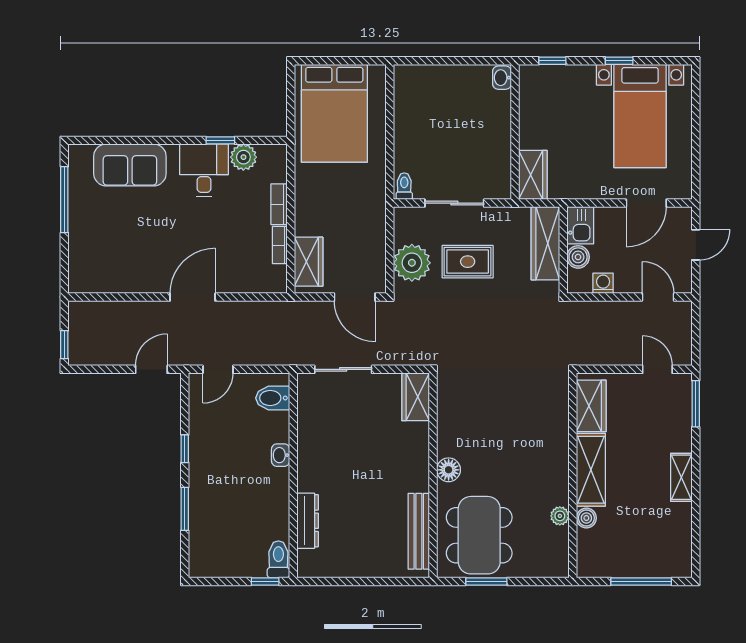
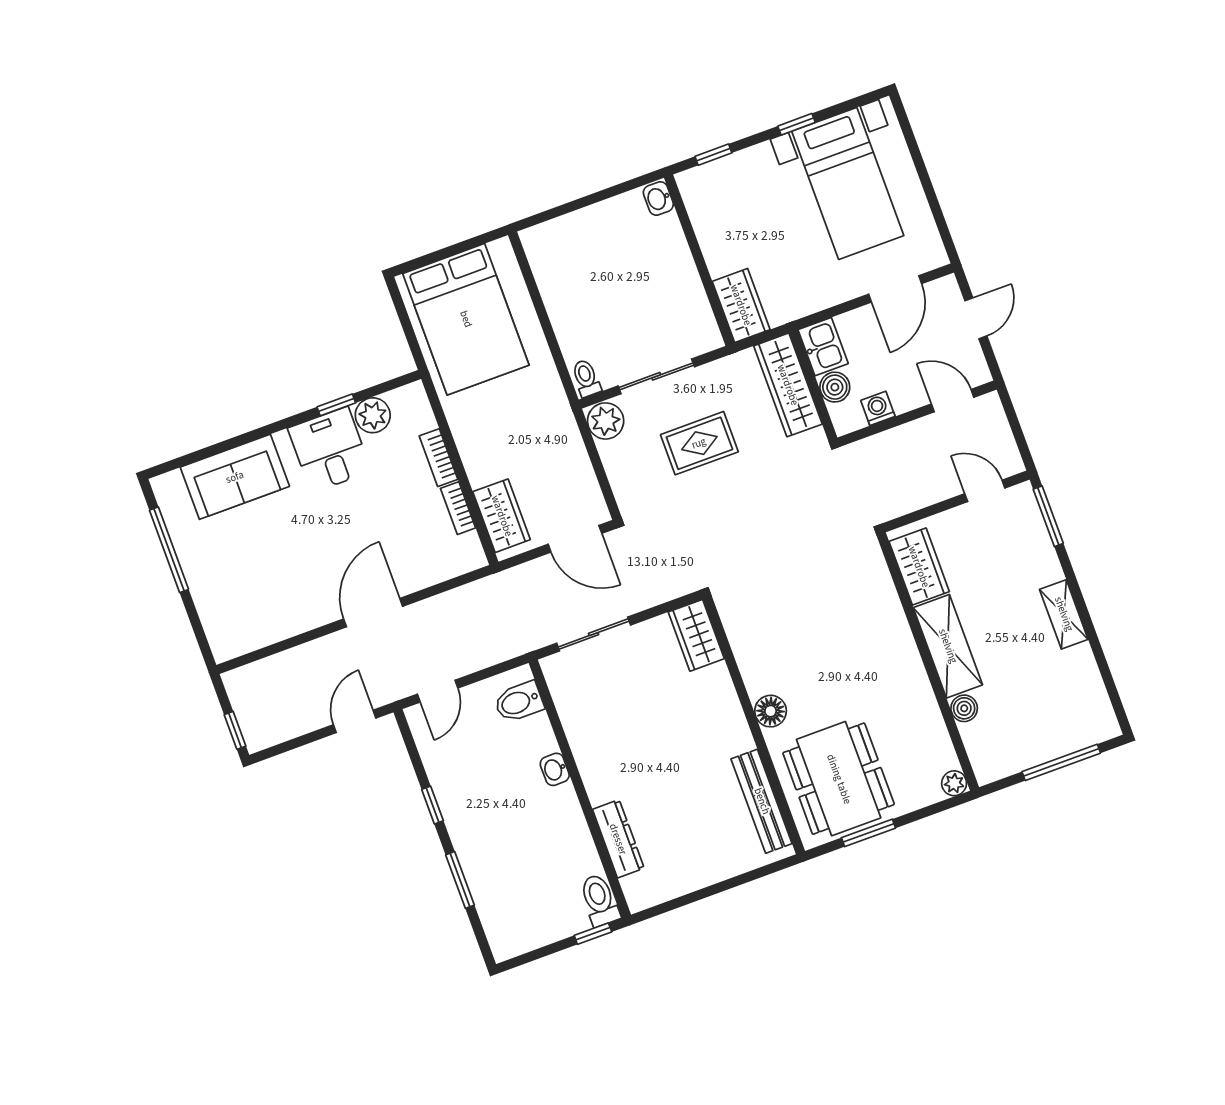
plant: (412, 263) -> (606, 421), moved, width x0.73, depth x0.73
plant: (560, 516) -> (954, 783), moved

